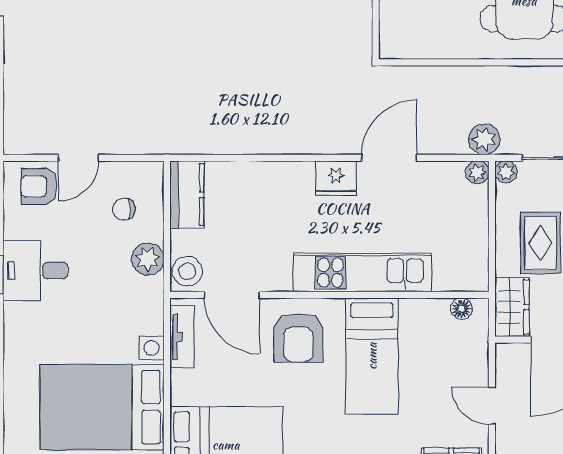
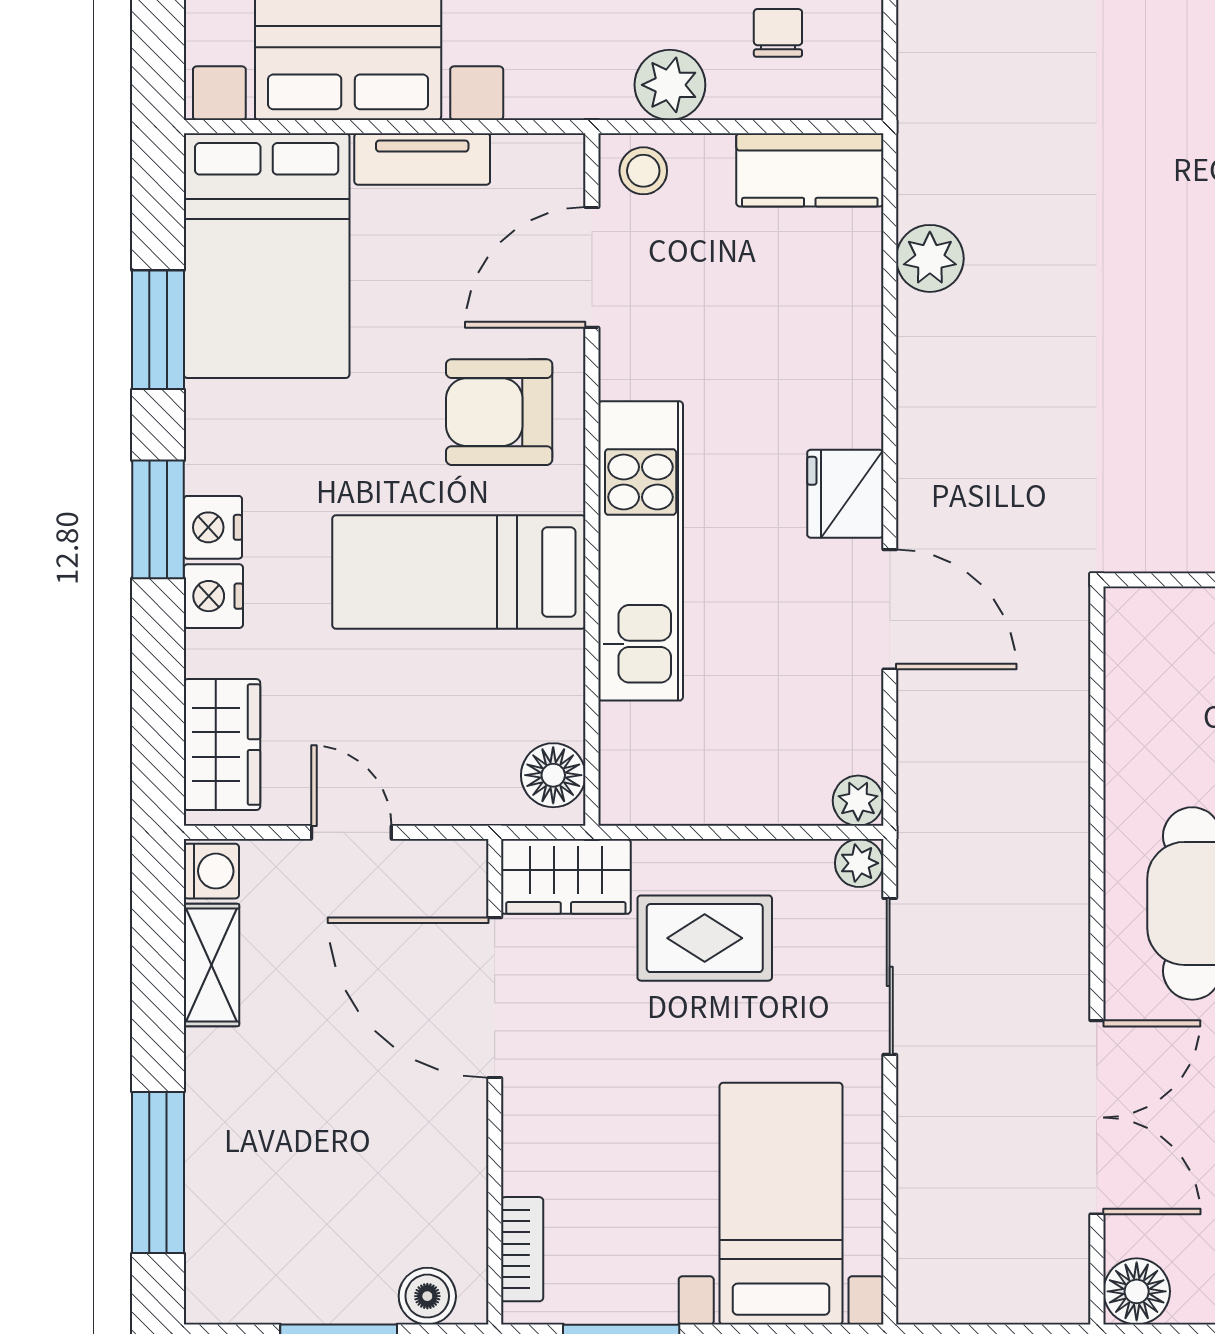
plant: (484, 139) -> (930, 258), moved
stool: (187, 271) -> (643, 171), width x0.73, depth x0.73
floor lamp: (461, 309) -> (553, 775), width x1.37, depth x1.37
tv unit: (182, 337) -> (422, 159), moved
door: (492, 406) -> (351, 832), hinge flipped

